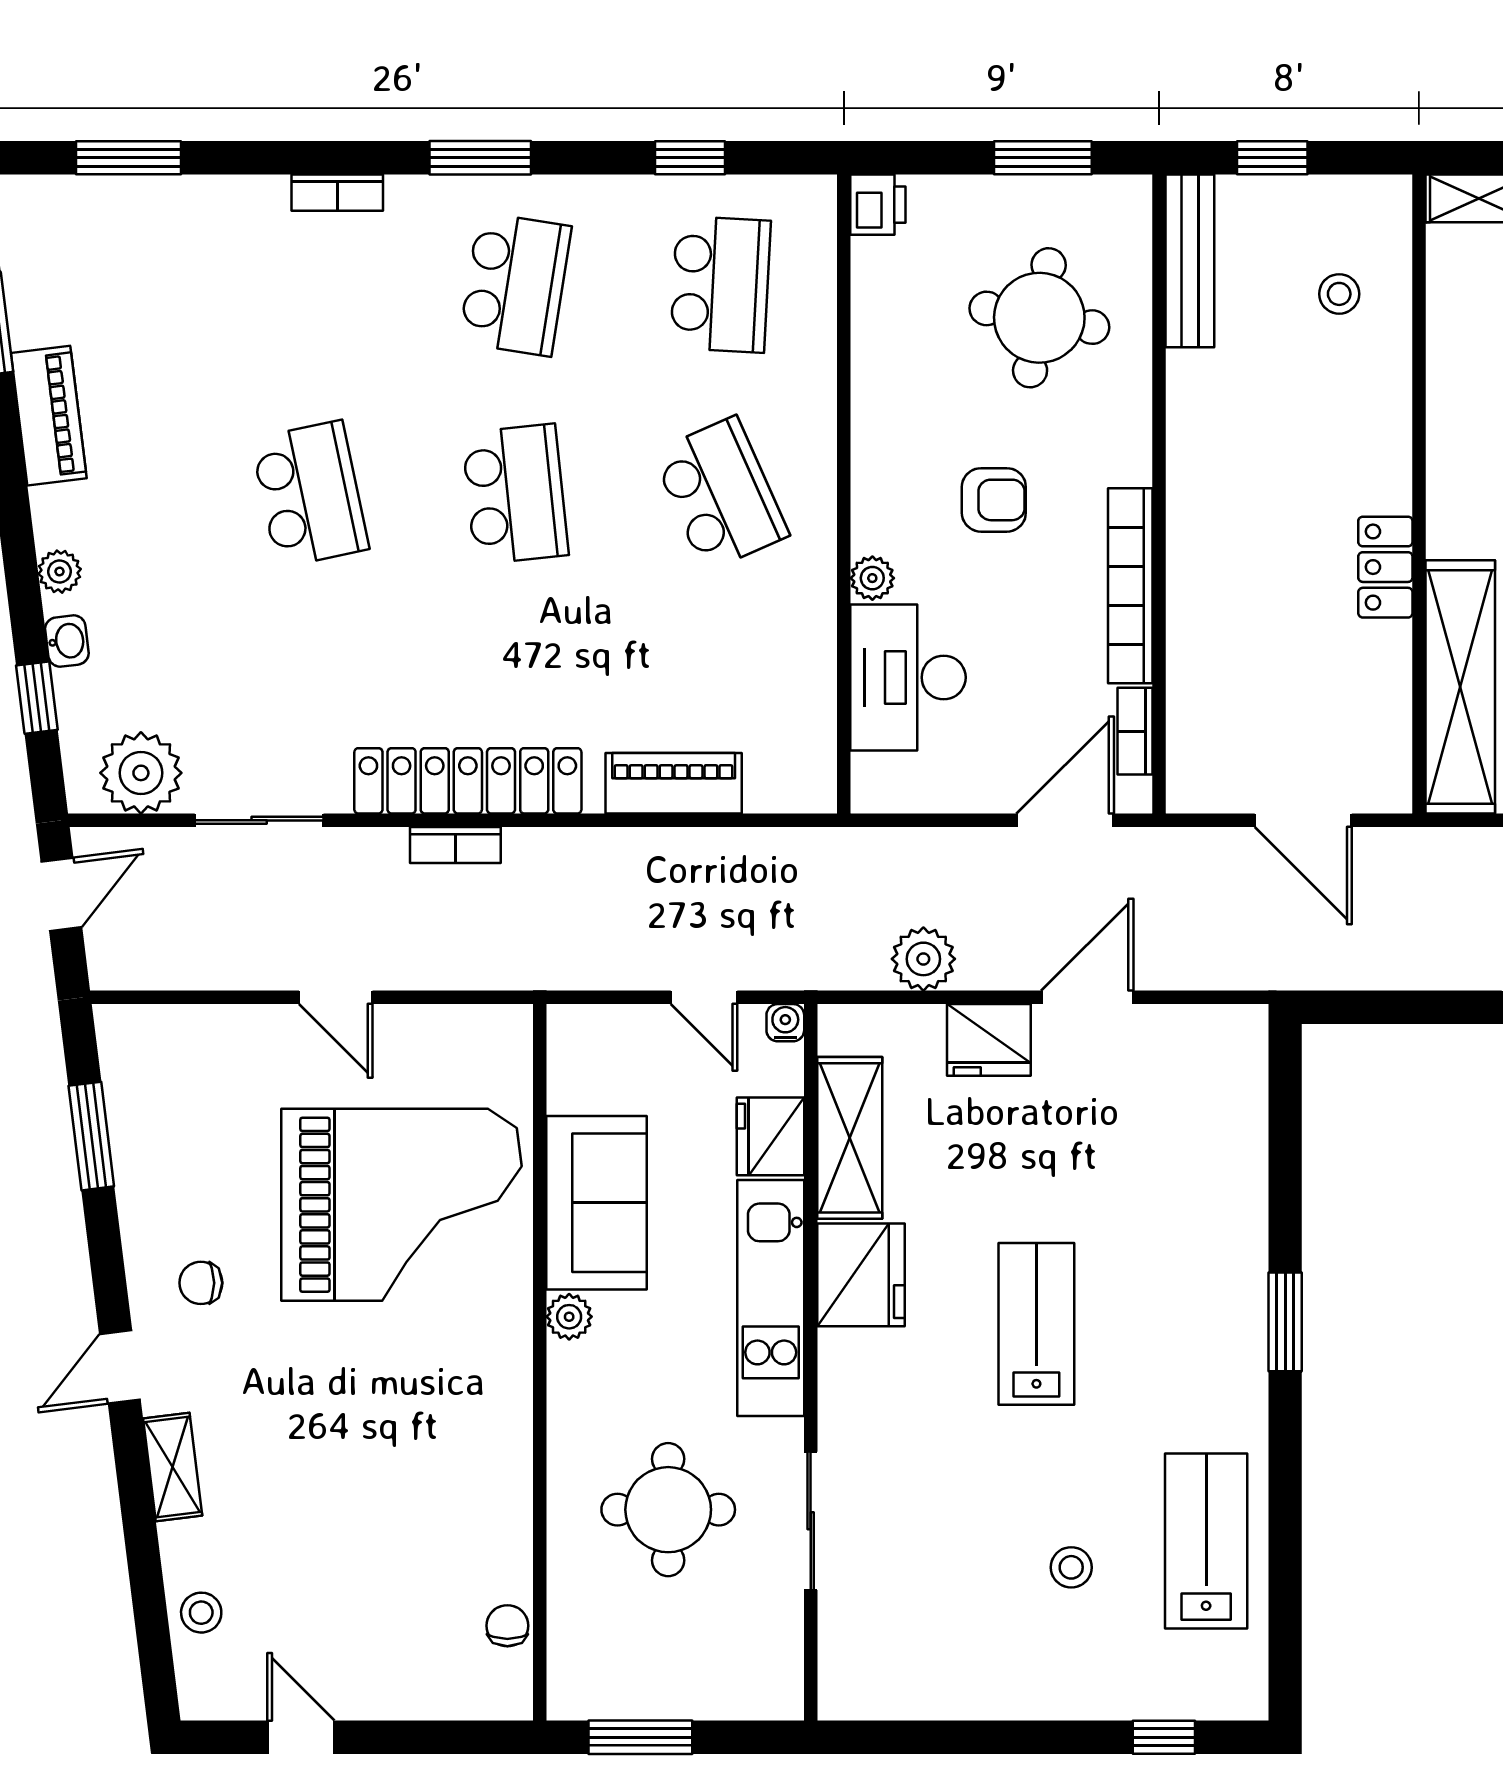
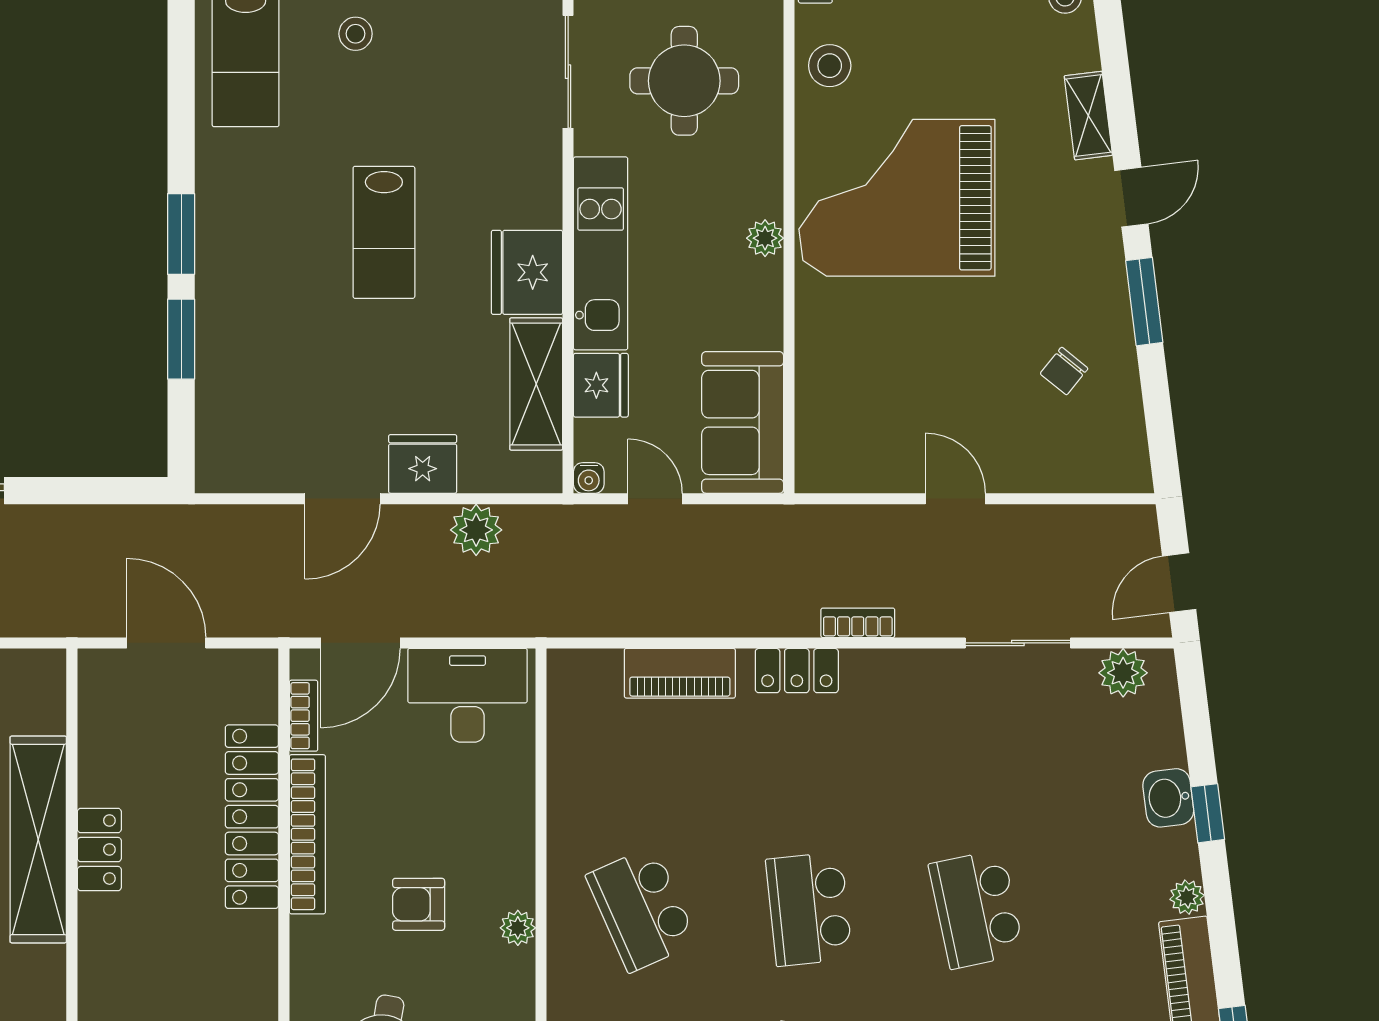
plant: (60, 572) -> (1187, 897), moved
plant: (872, 578) -> (518, 928), moved
locker: (1198, 607) -> (252, 817), added
washbasin: (67, 641) -> (1168, 798), width x1.38, depth x1.45
desk: (908, 677) -> (467, 695), moved, turned -90
shelving: (1460, 687) -> (38, 839), moved
window: (37, 698) -> (1208, 813), moved
plant: (141, 773) -> (1123, 673), width x0.73, depth x0.73
locker: (468, 781) -> (797, 671), width x0.46, depth x0.83
window: (91, 1136) -> (1144, 302), moved
window: (1285, 1193) -> (181, 339), added
sofa: (597, 1203) -> (743, 422), moved
grand piano: (401, 1205) -> (897, 198), moved
chair: (201, 1283) -> (1064, 371), moved, turned 129
stool: (490, 1528) -> (830, 66), added

